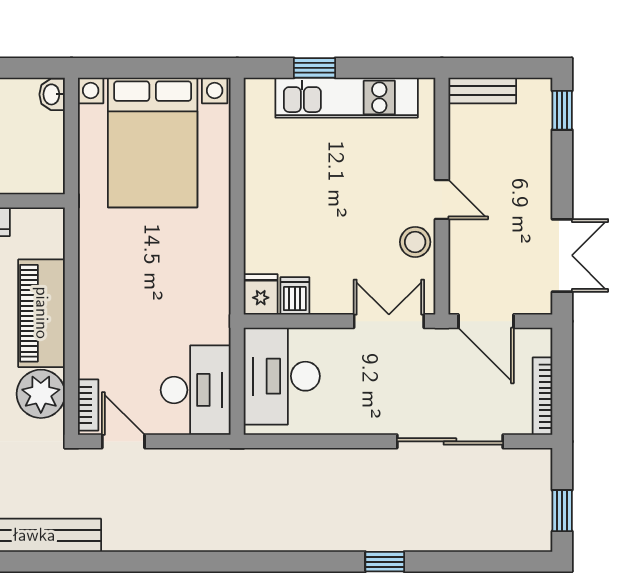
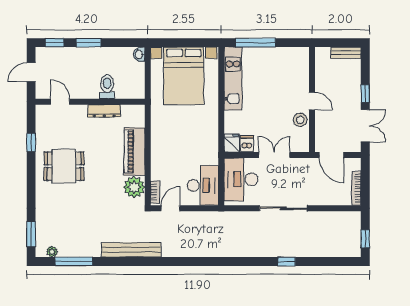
window: (315, 68) -> (255, 43), width x2.17
bench: (482, 90) -> (346, 53), moved
kitchen unit: (347, 98) -> (233, 79), moved, turned -90
window: (562, 110) -> (365, 94), moved
double door: (389, 321) -> (274, 155), moved
door: (123, 441) -> (171, 208), hinge flipped
sliding door: (450, 441) -> (283, 208), moved

